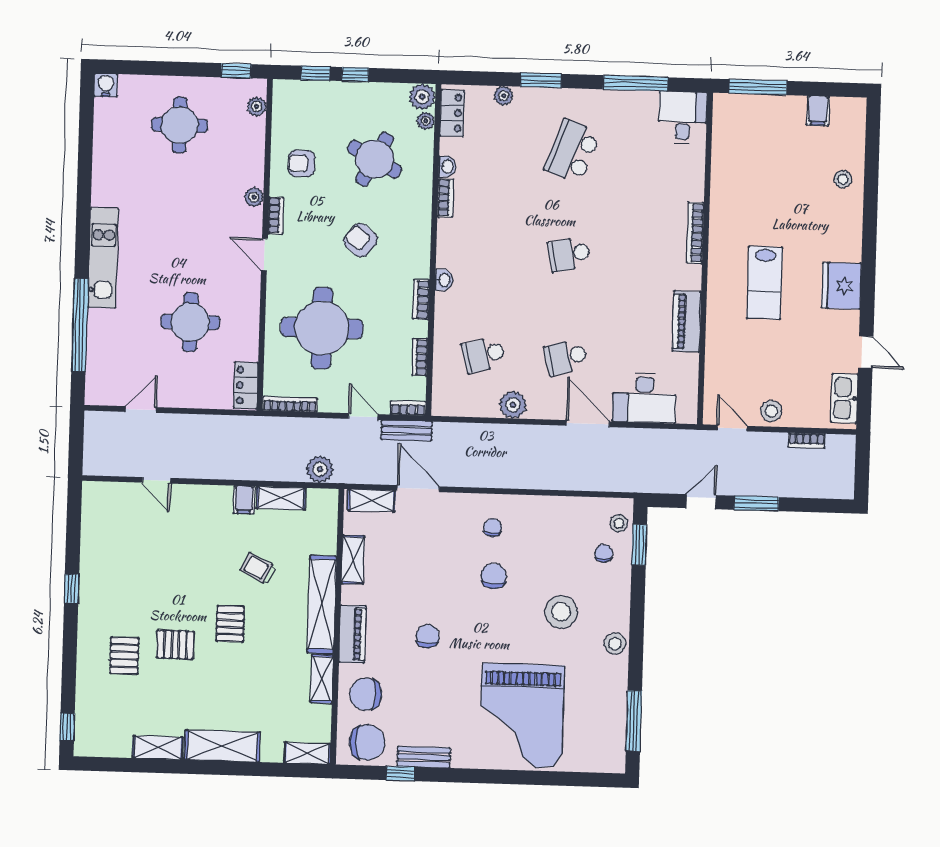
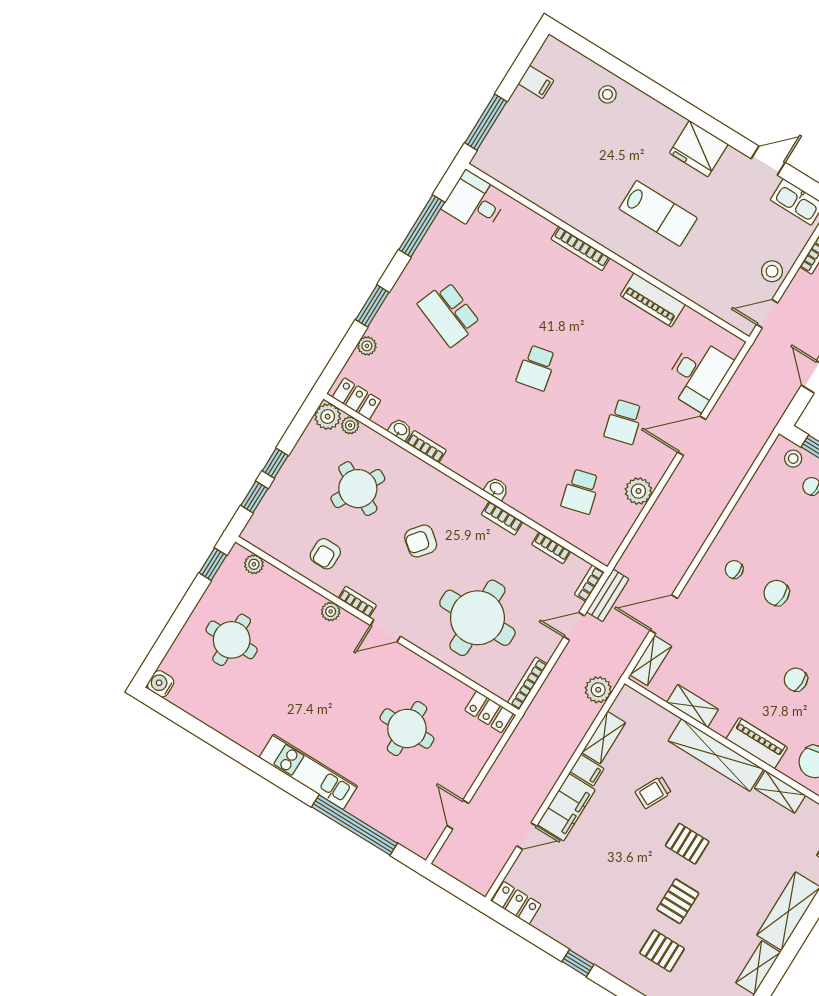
filing cabinet: (201, 500) -> (566, 807), added
locker: (93, 505) -> (516, 903), added

